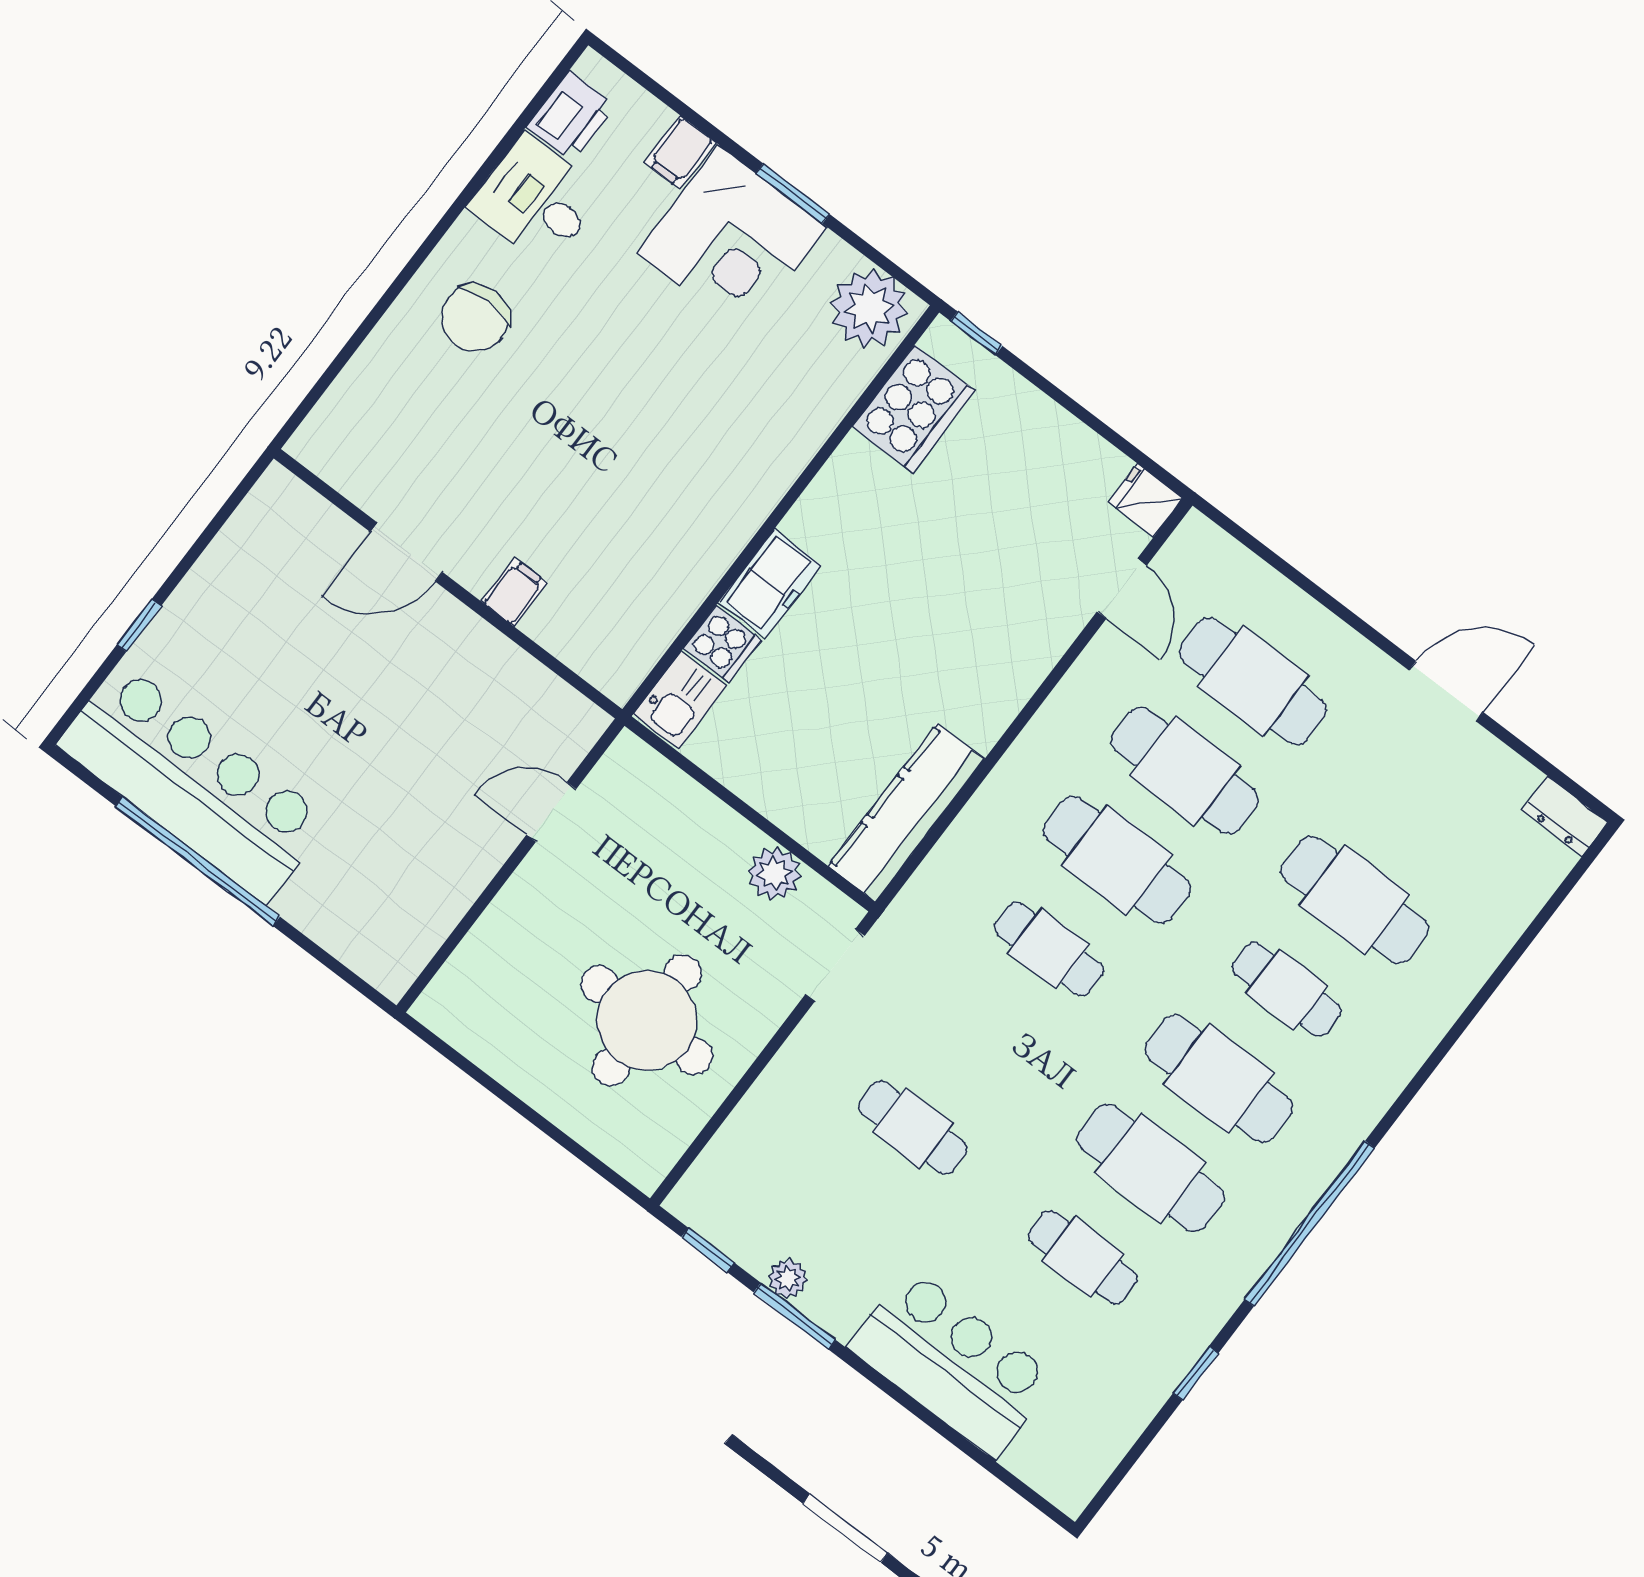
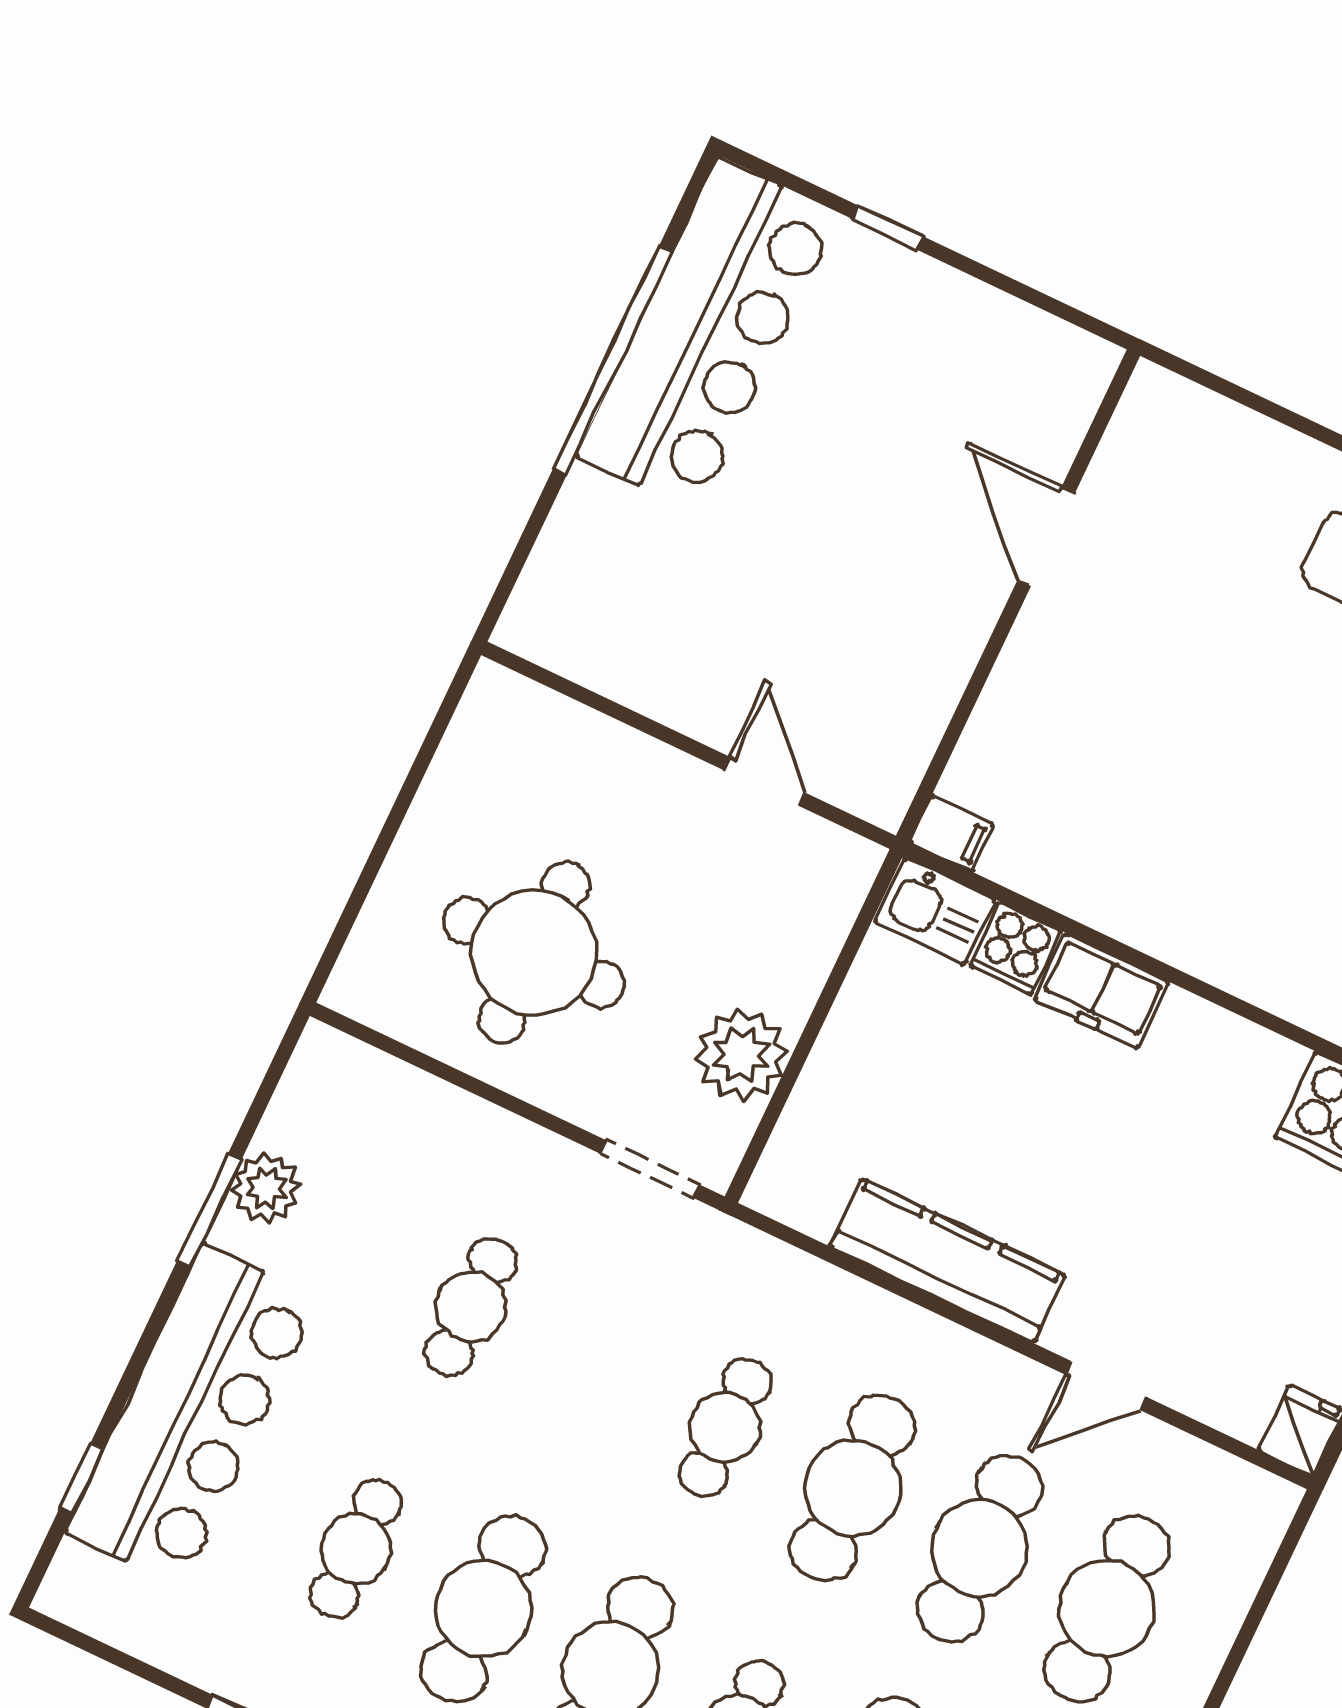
door: (1122, 588) -> (1106, 1386), moved
filing cabinet: (514, 592) -> (952, 833), moved
kitchen counter: (906, 813) -> (948, 1261), moved
plant: (774, 874) -> (741, 1055), width x1.36, depth x1.36
window: (708, 1250) -> (82, 1479), moved
plant: (788, 1278) -> (266, 1188), width x1.38, depth x1.38
bar counter: (952, 1363) -> (192, 1416), width x1.36

